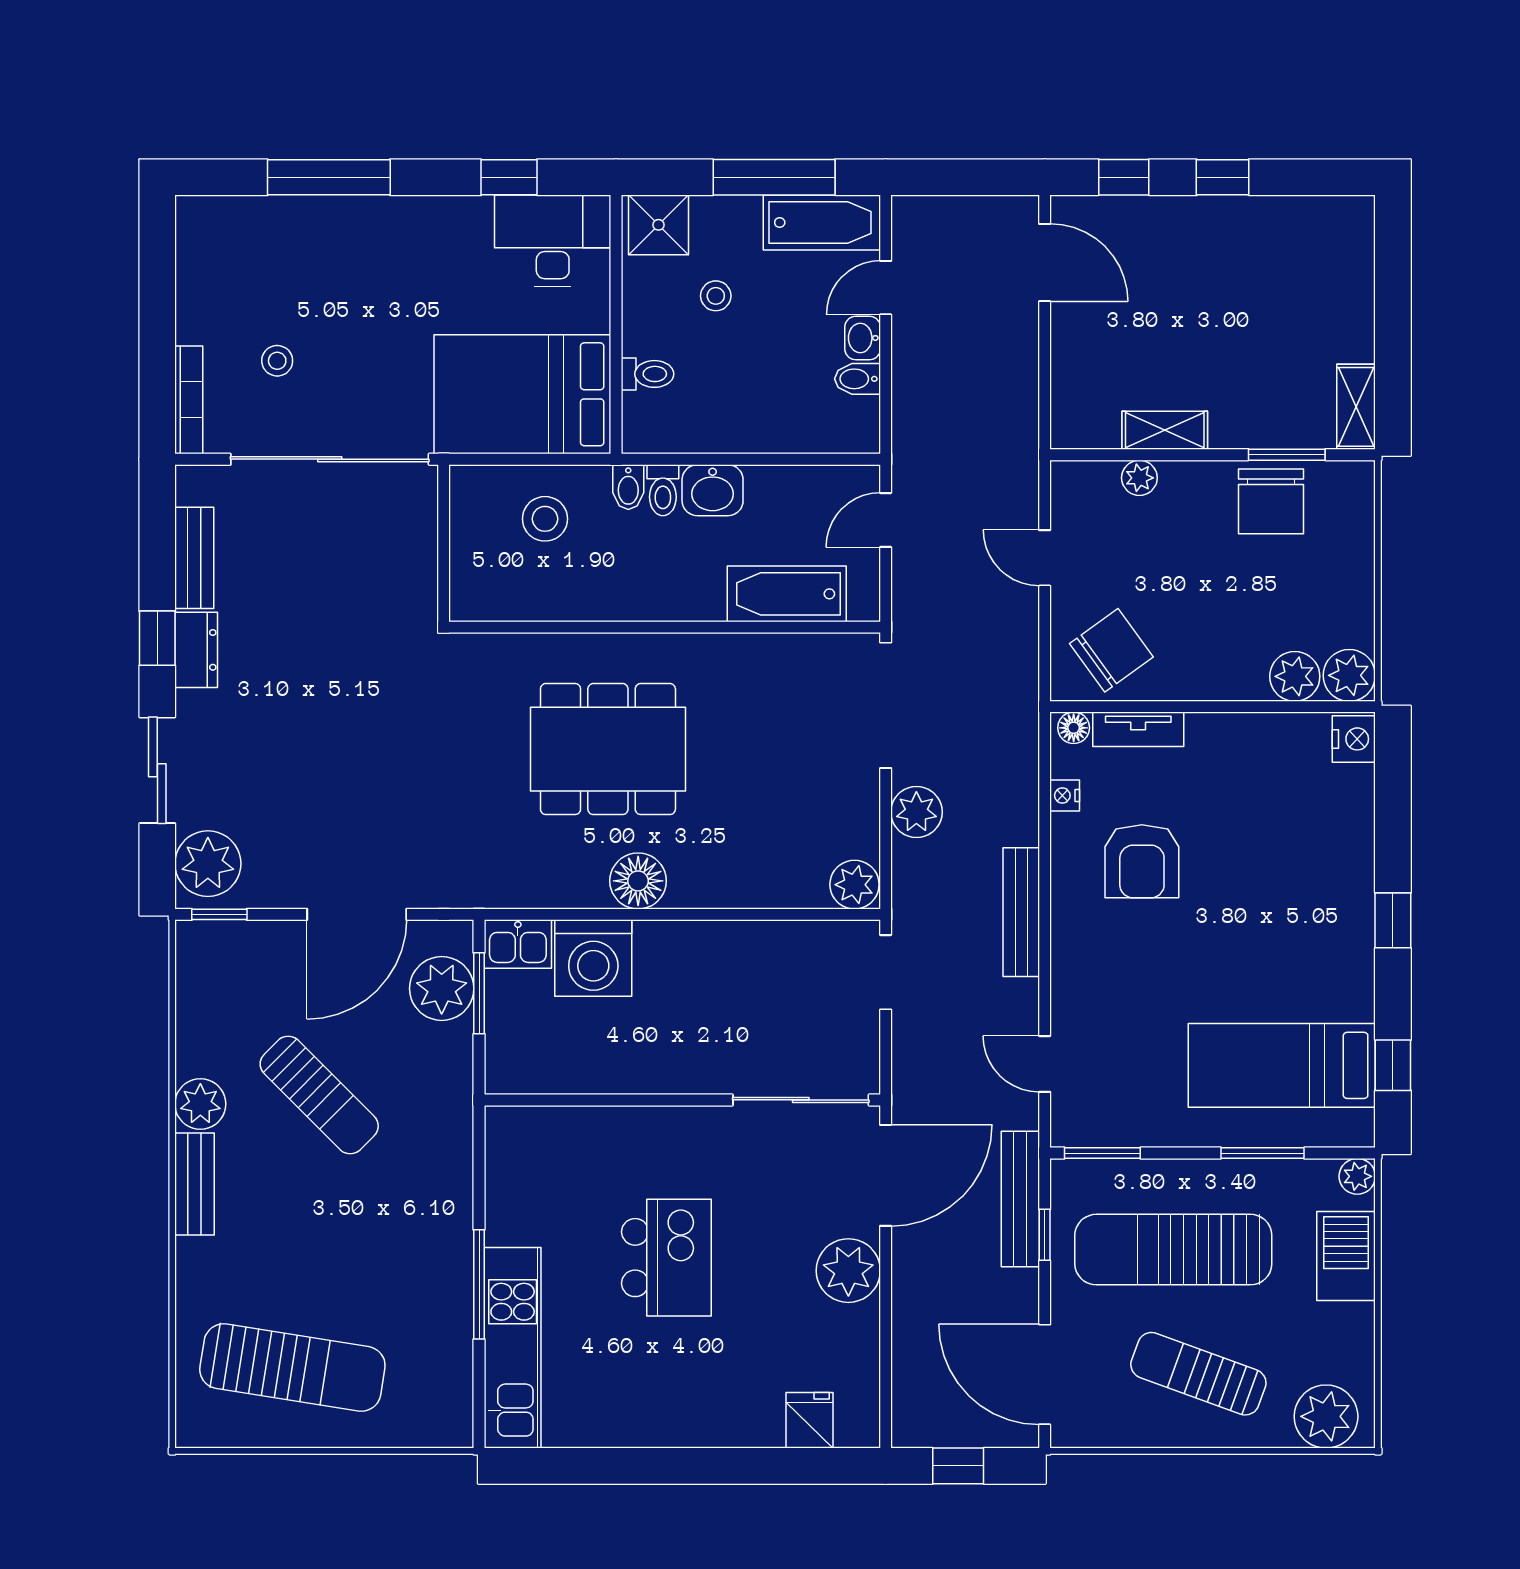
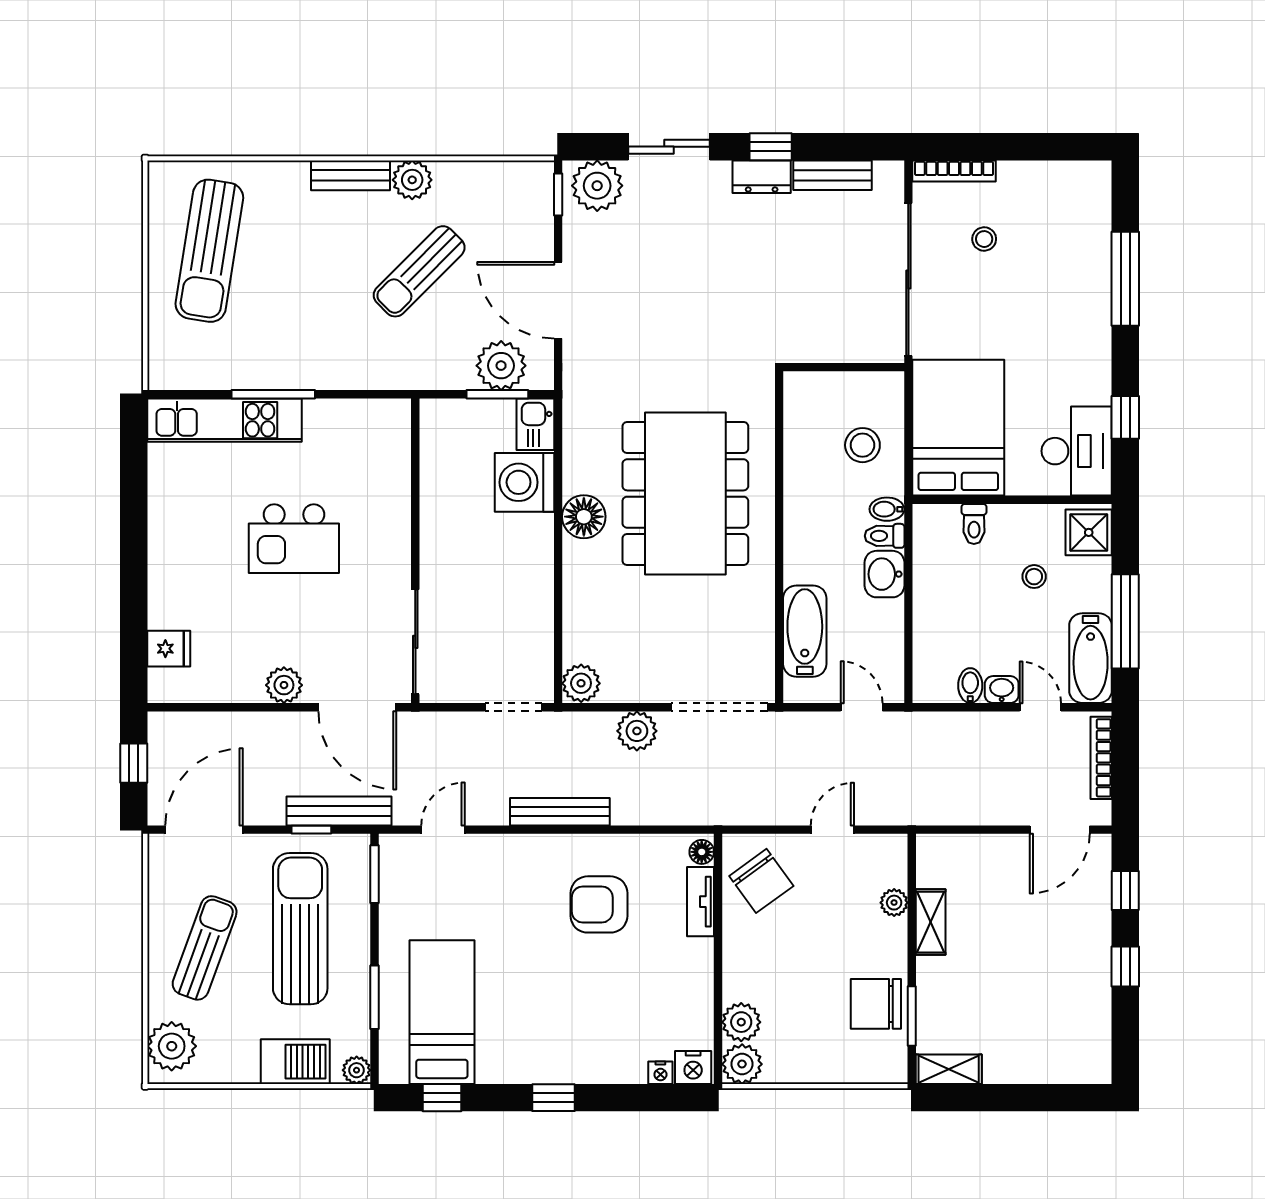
bookcase: (951, 209) -> (1101, 758), added
dining table: (608, 749) -> (685, 494), width x1.36, depth x1.24
nightstand: (1065, 796) -> (660, 1073), moved, turned 180
plant: (848, 1271) -> (284, 685), width x0.73, depth x0.73

